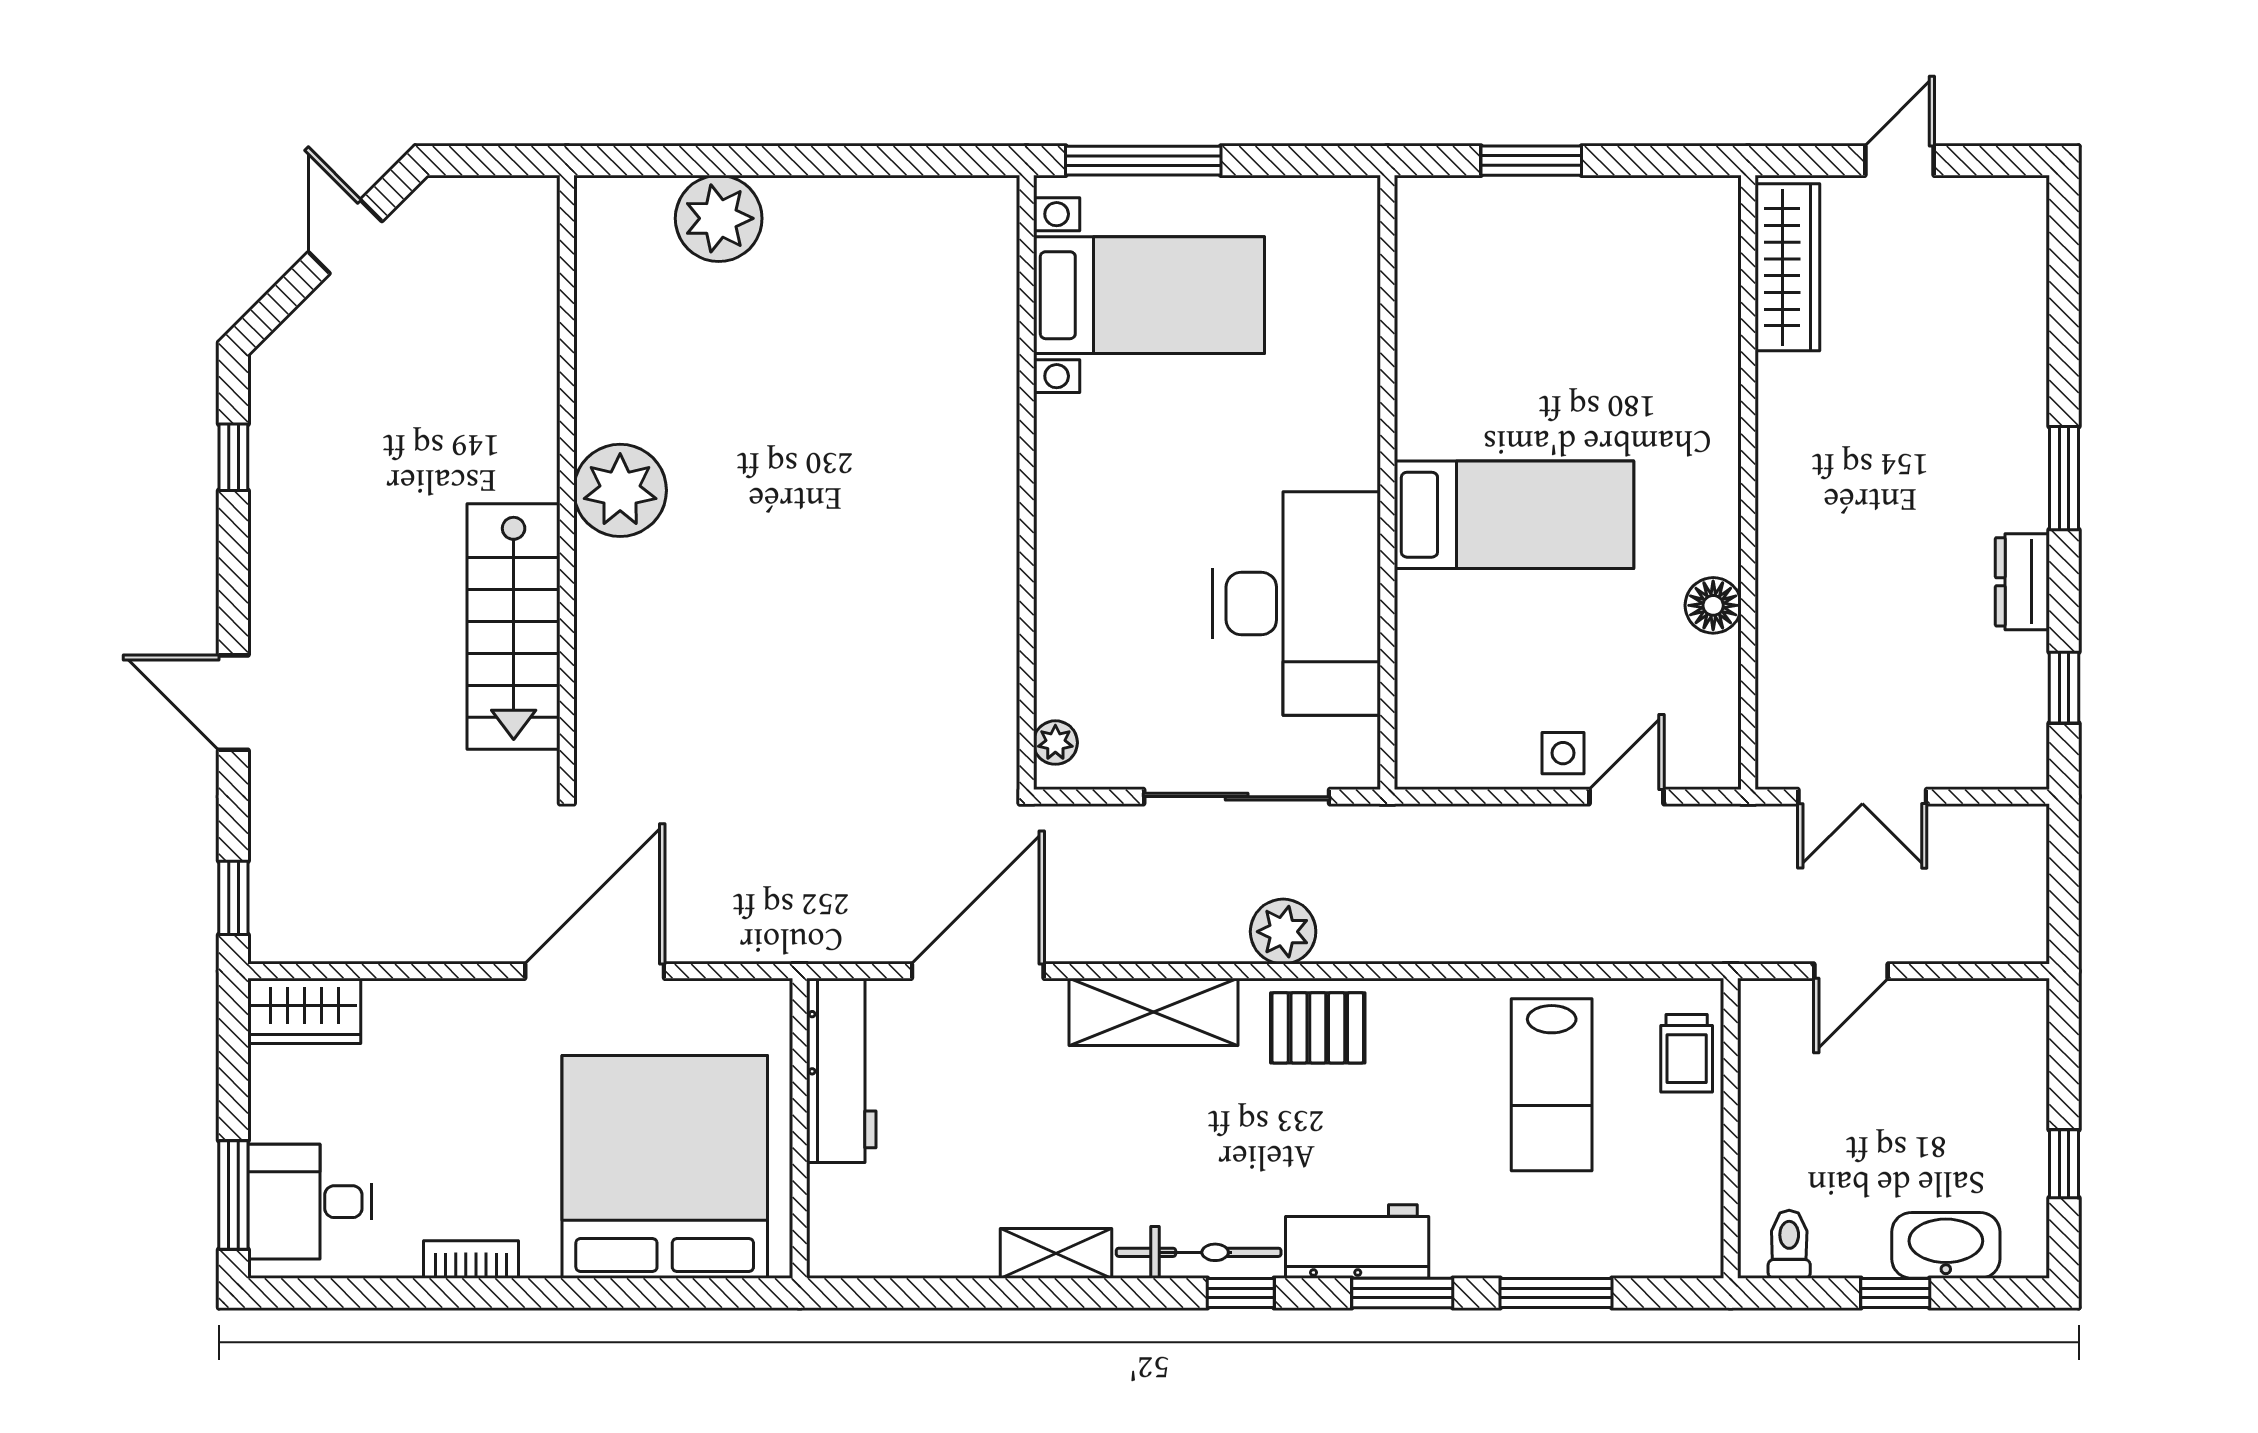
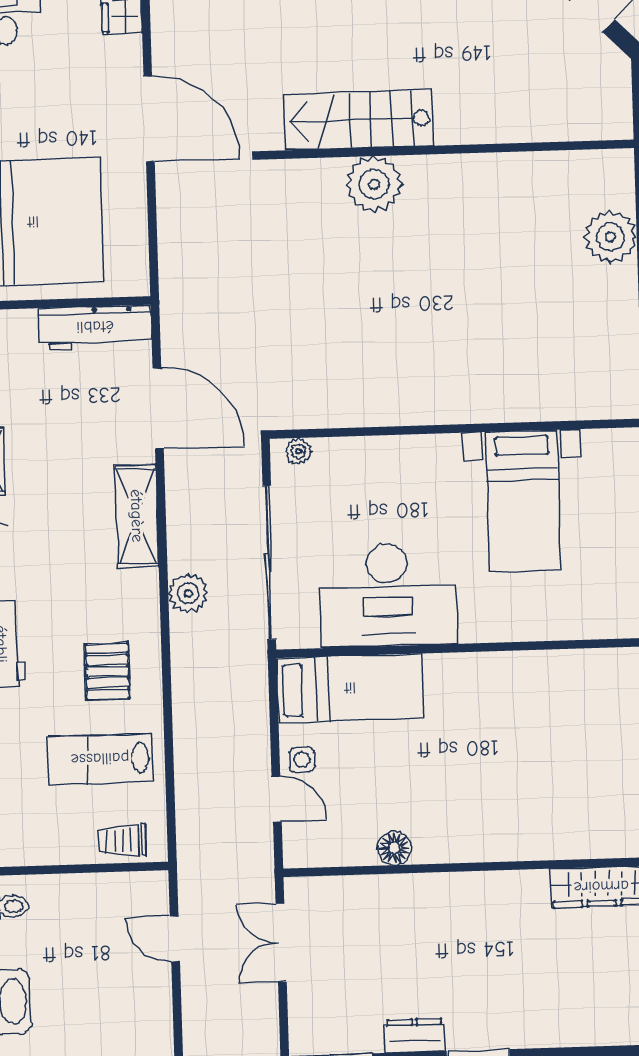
bed with nightstands: (1149, 295) -> (523, 501), moved
plant: (620, 490) -> (374, 184), moved
bed: (1514, 515) -> (350, 688), moved, turned -90
sliding door: (1237, 797) -> (269, 562), width x1.36
door: (595, 971) -> (149, 119), moved
pallet: (1318, 1028) -> (107, 671), moved

